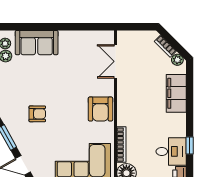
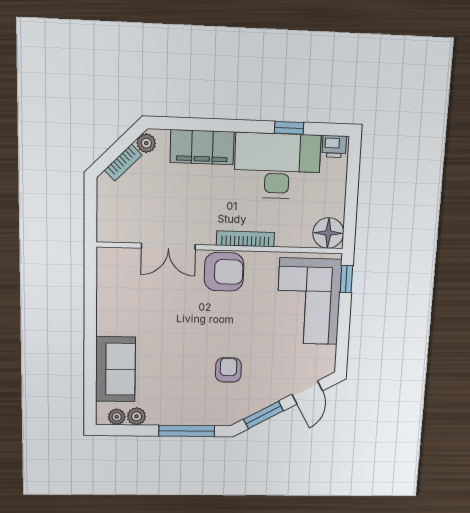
double door: (115, 61) -> (168, 246), moved
bookcase: (121, 145) -> (245, 239), moved
desk: (171, 151) -> (277, 166), width x1.87, depth x1.30

